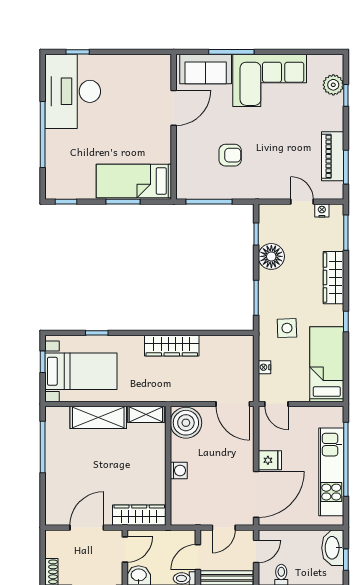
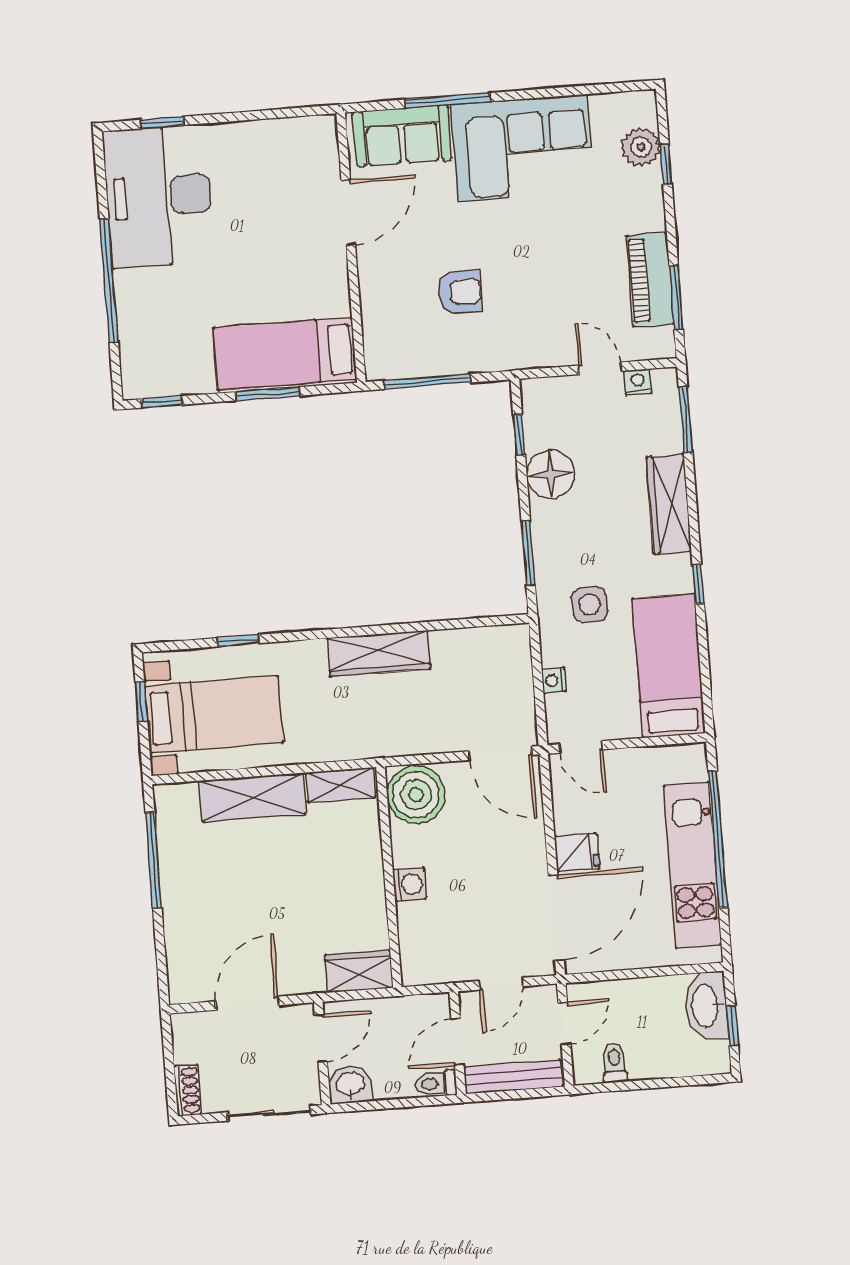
wardrobe: (139, 515) -> (359, 971), width x0.67

